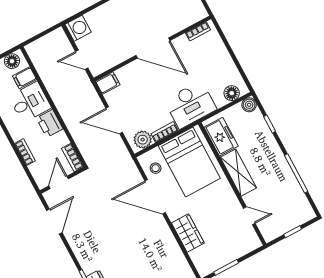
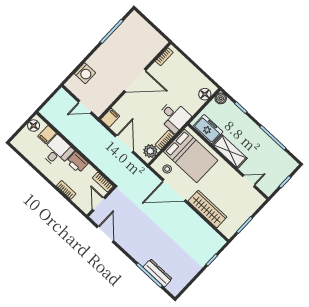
washing machine: (78, 28) -> (85, 73), moved, turned 90
desk: (190, 105) -> (174, 116), width x0.73
door: (114, 120) -> (124, 144), swing flipped
wardrobe: (188, 233) -> (207, 209), width x1.50

